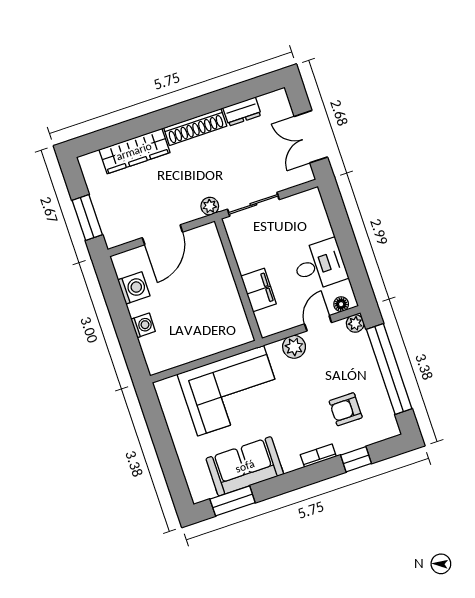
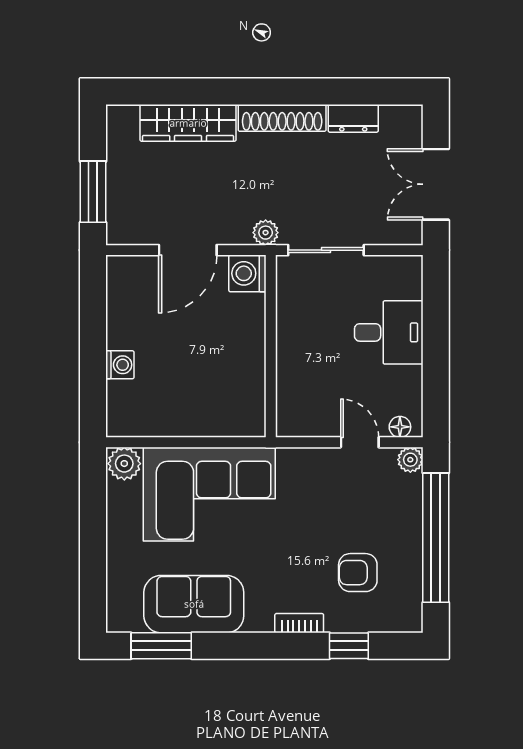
desk: (320, 265) -> (389, 332), moved
washing machine: (134, 288) -> (247, 273), moved, turned 180
filing cabinet: (259, 290) -> (294, 370), removed
door: (318, 323) -> (360, 442), hinge flipped
plant: (294, 347) -> (124, 464), moved

